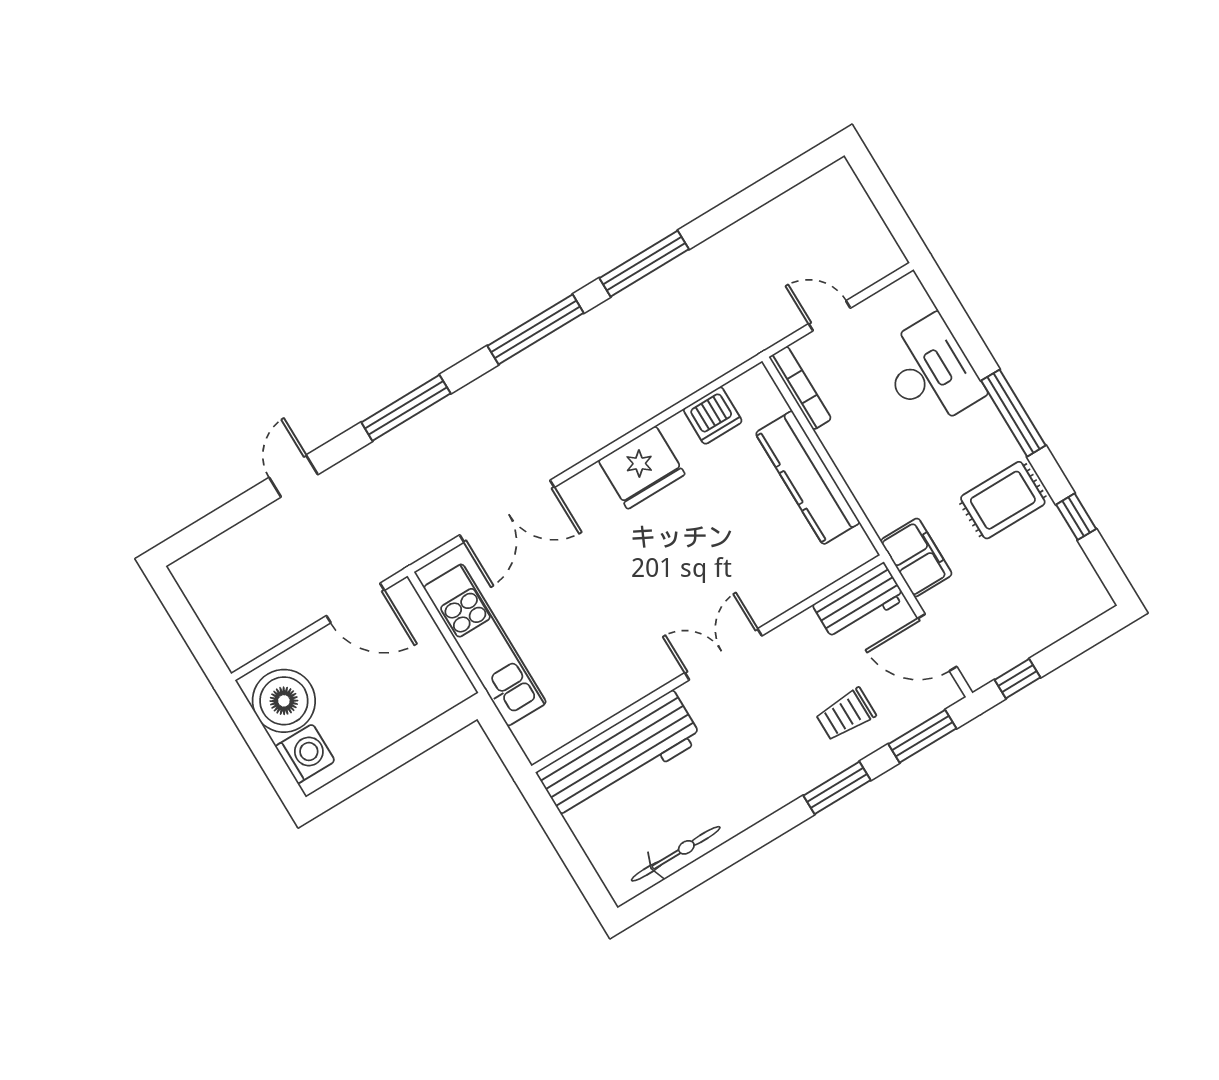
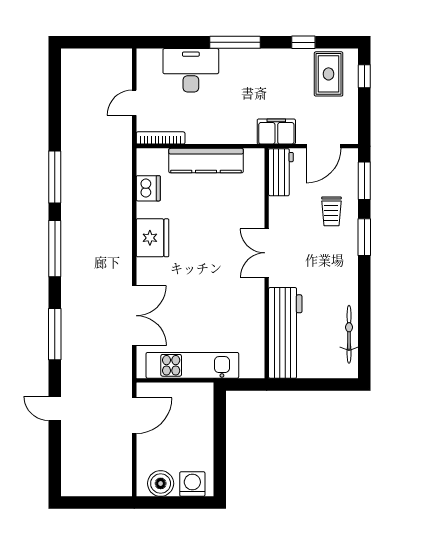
rug: (1003, 500) -> (329, 74), moved
window: (1017, 679) -> (364, 76), moved
boiler: (284, 701) -> (161, 483), width x0.73, depth x0.73

